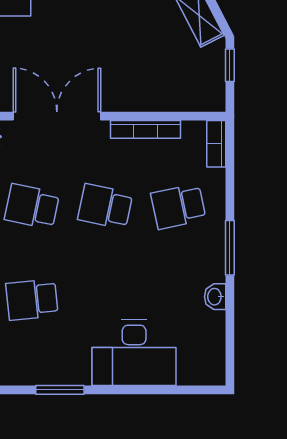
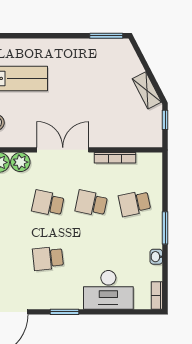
bookcase: (216, 144) -> (157, 295), moved

